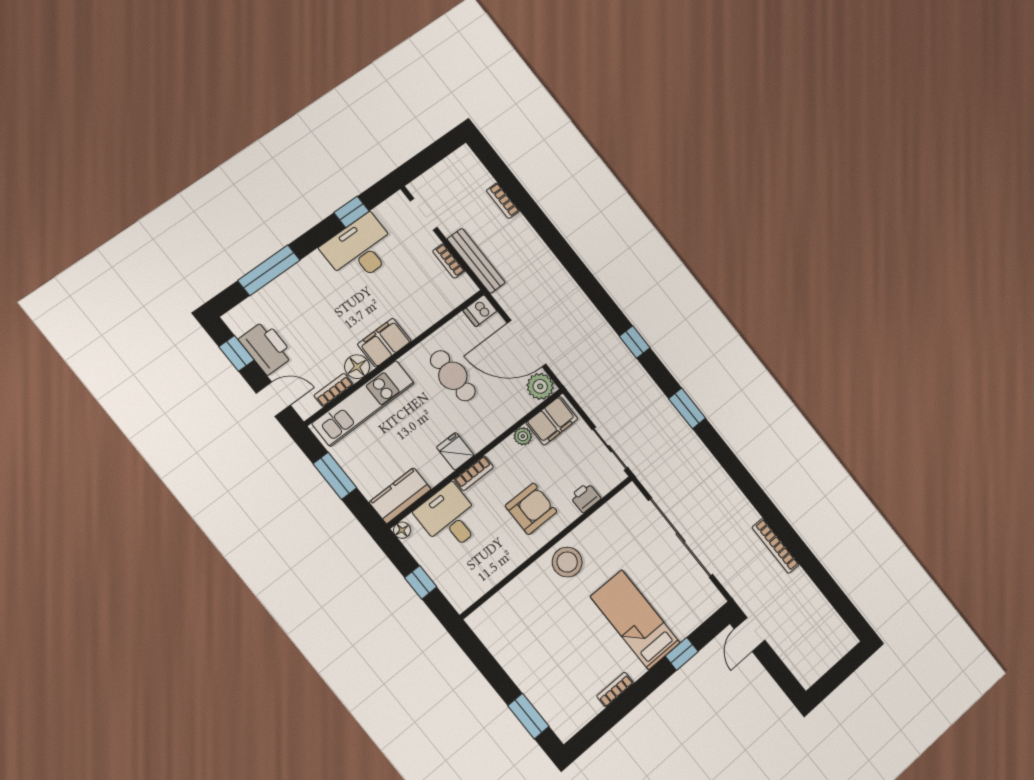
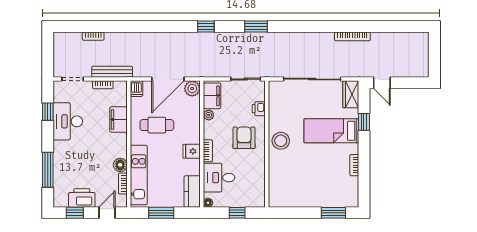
filing cabinet: (384, 343) -> (118, 120), moved
wardrobe: (702, 606) -> (351, 94), added

